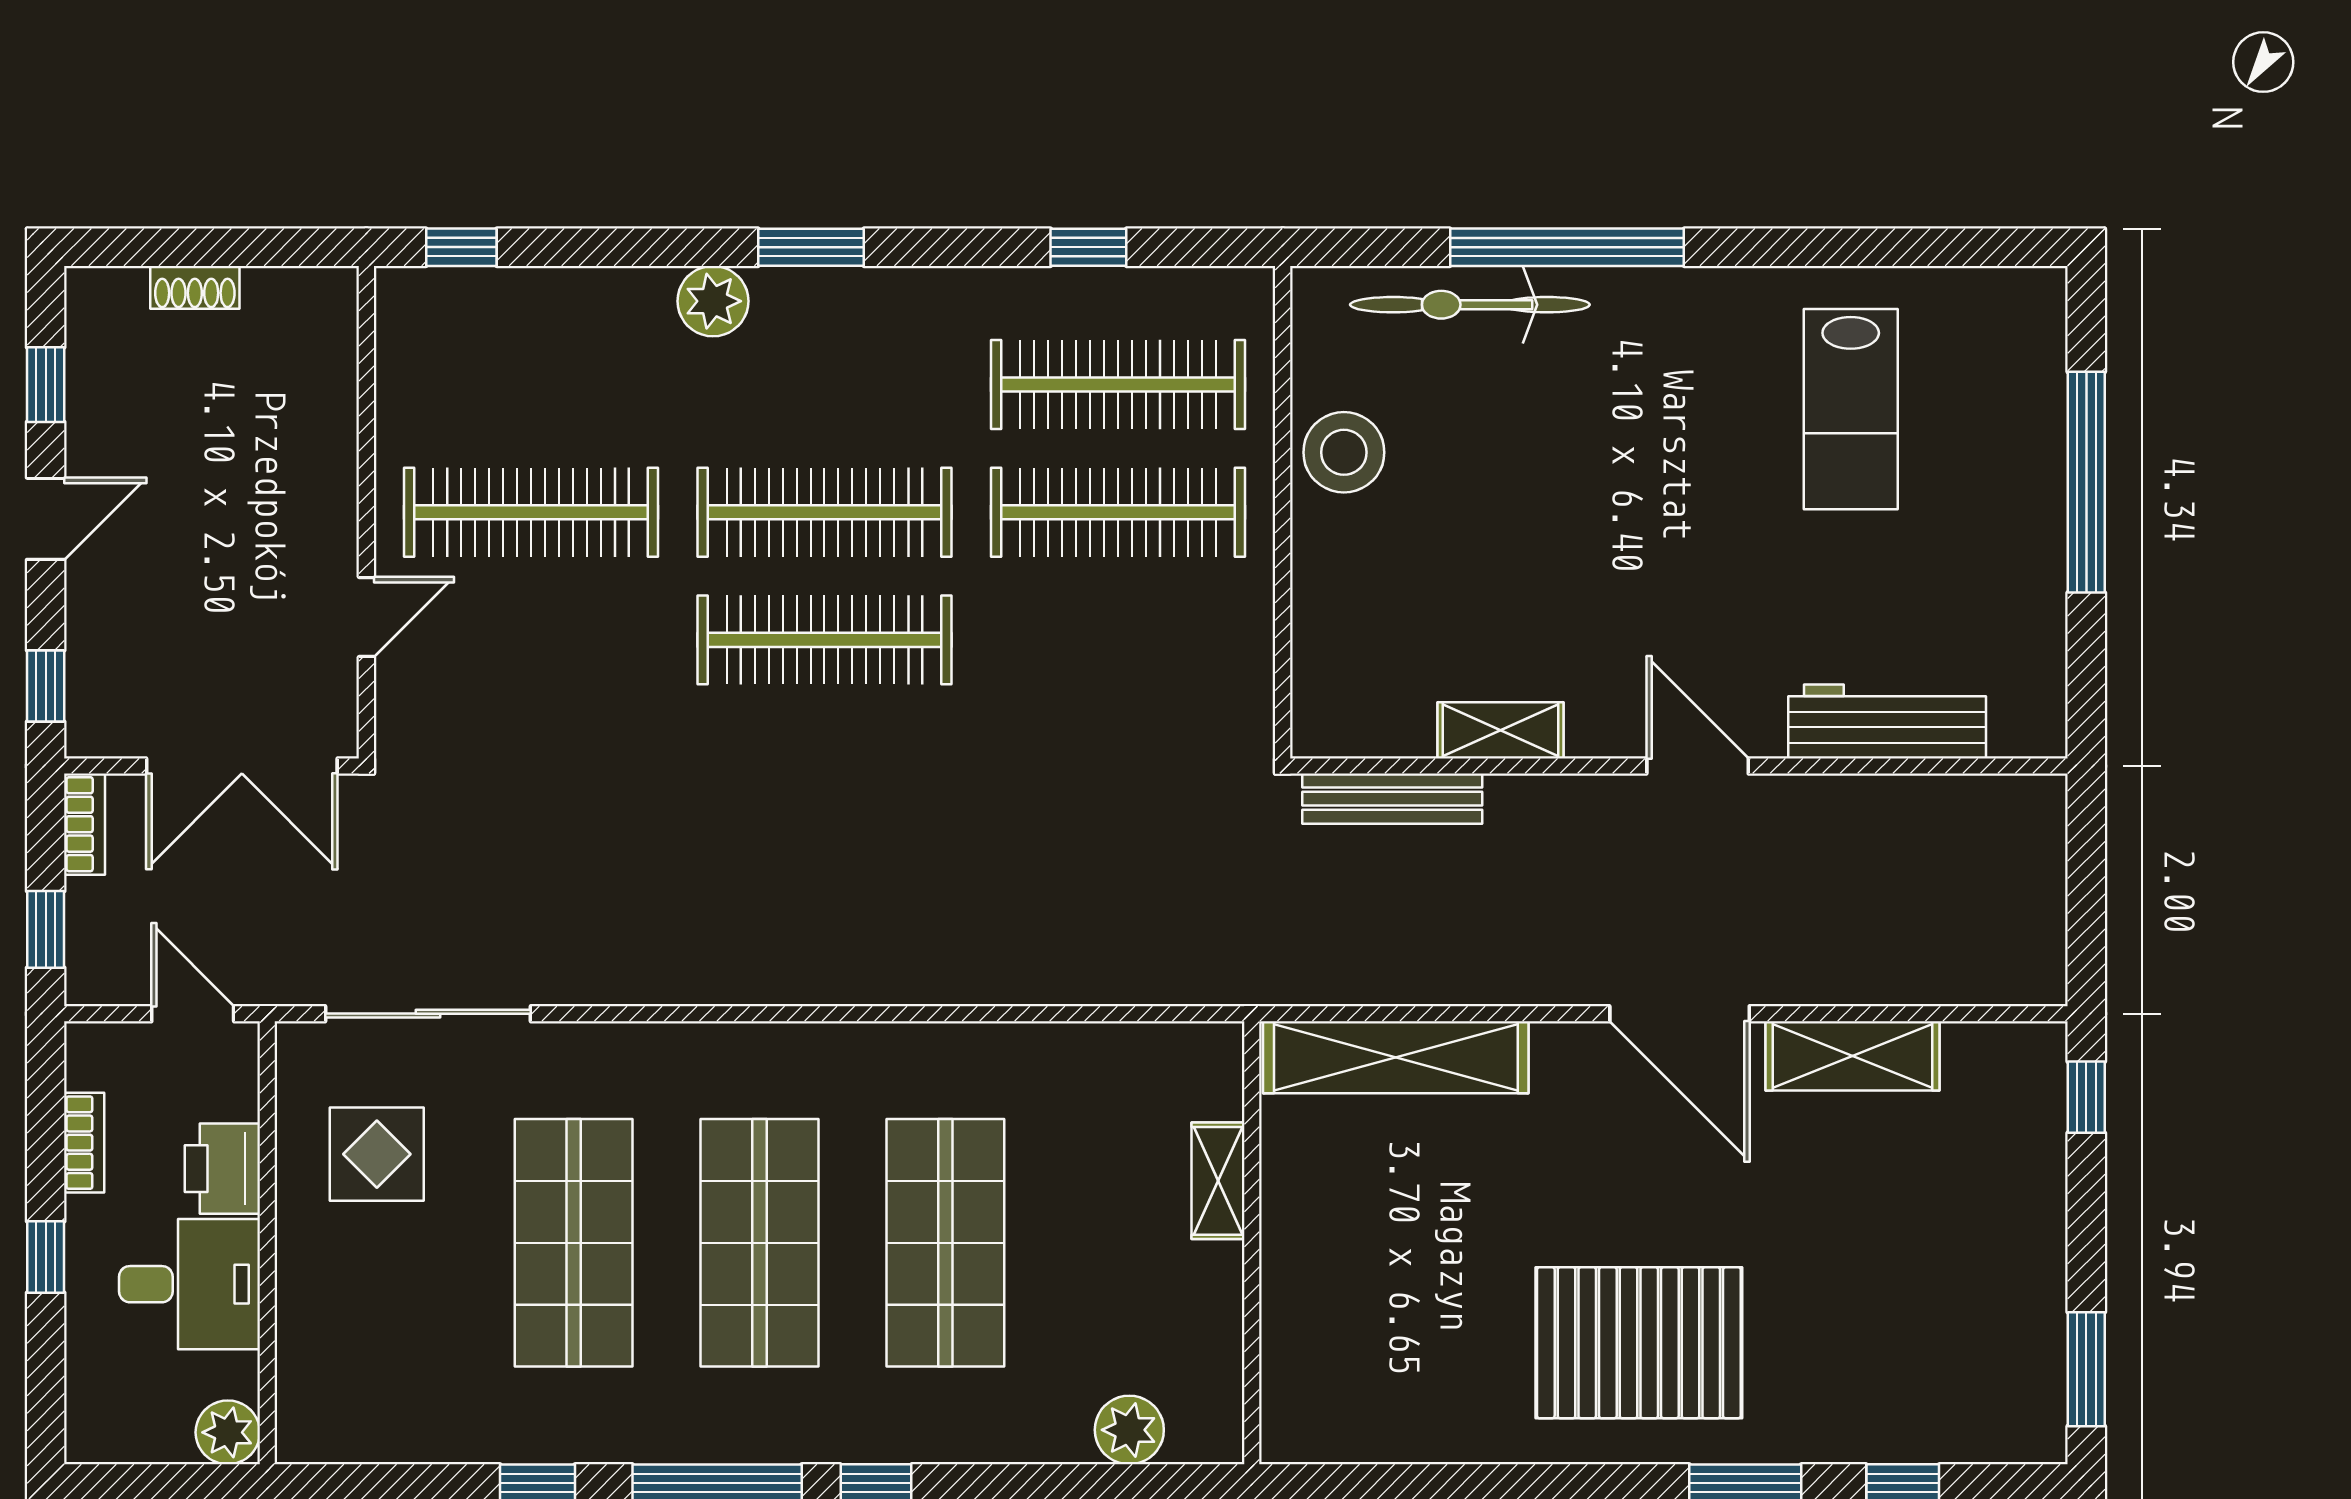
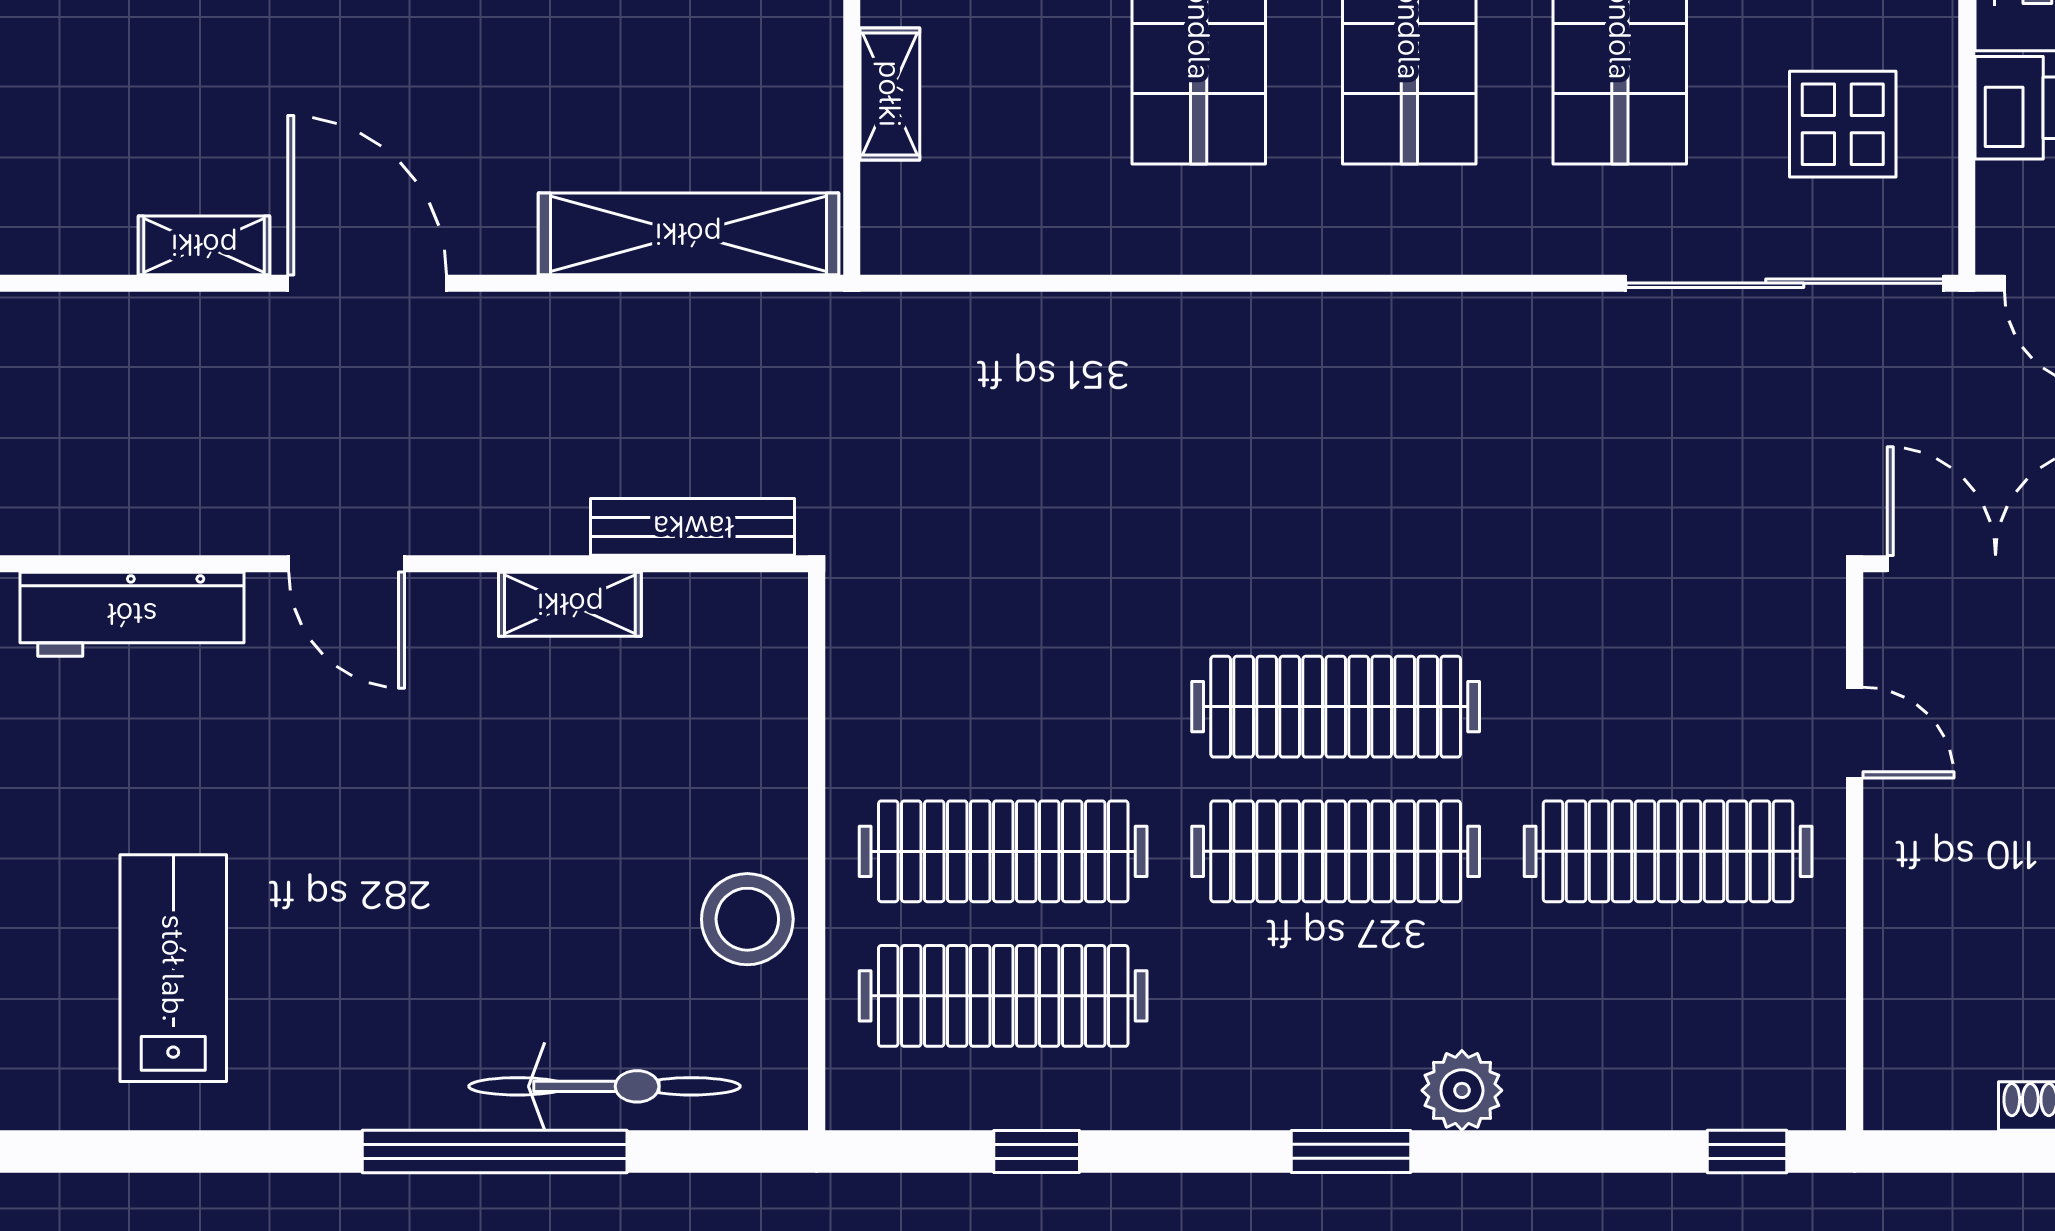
door: (366, 617) -> (1855, 733), swing flipped
sliding door: (428, 1014) -> (1785, 283), width x1.36
shelving: (1852, 1056) -> (204, 245), width x0.67, depth x0.75

